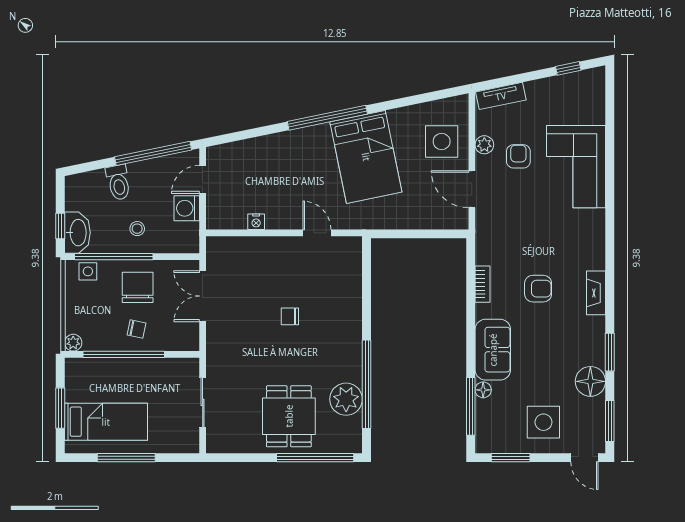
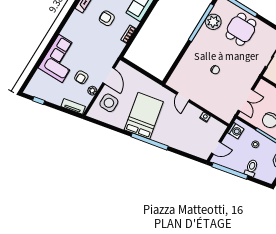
washing machine: (187, 208) -> (236, 131), moved

